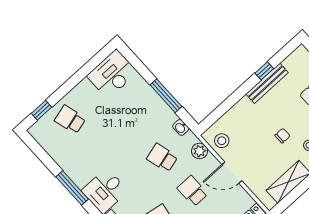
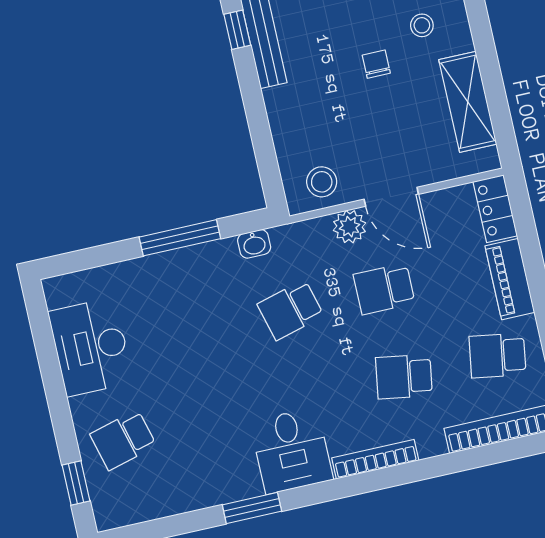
desk: (112, 74) -> (91, 347), moved
plant: (199, 151) -> (349, 227), moved
door: (232, 173) -> (391, 197), hinge flipped
window: (72, 188) -> (252, 508), width x0.69

